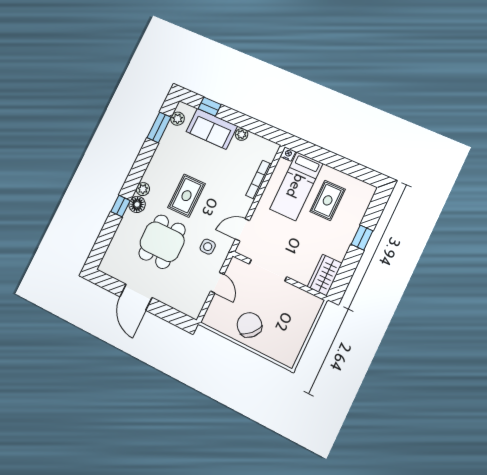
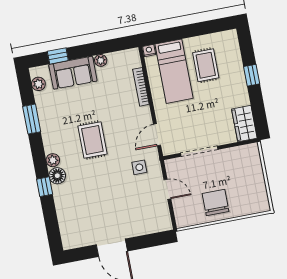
window: (159, 127) -> (32, 119), moved
dining table: (162, 242) -> (100, 190), removed
chair: (249, 325) -> (216, 203), turned 46

